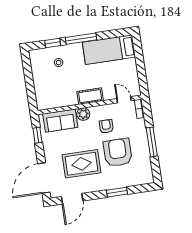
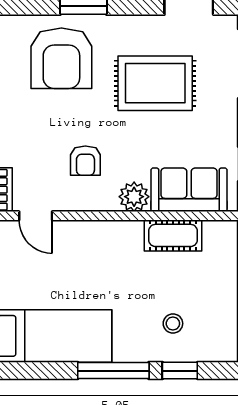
cot: (90, 96) -> (173, 235), moved
armchair: (118, 152) -> (61, 58), moved

